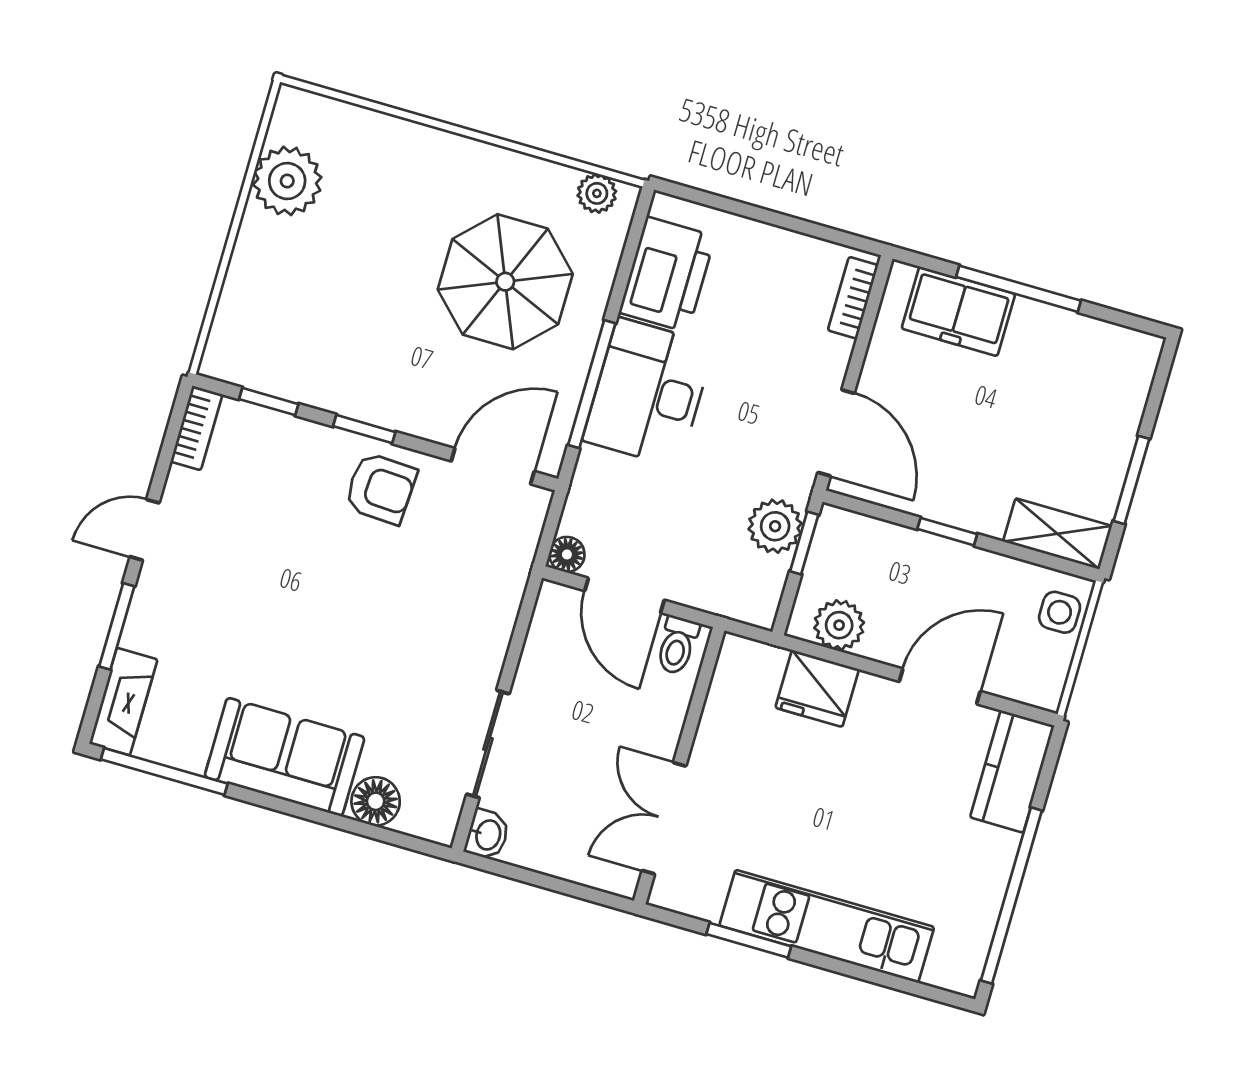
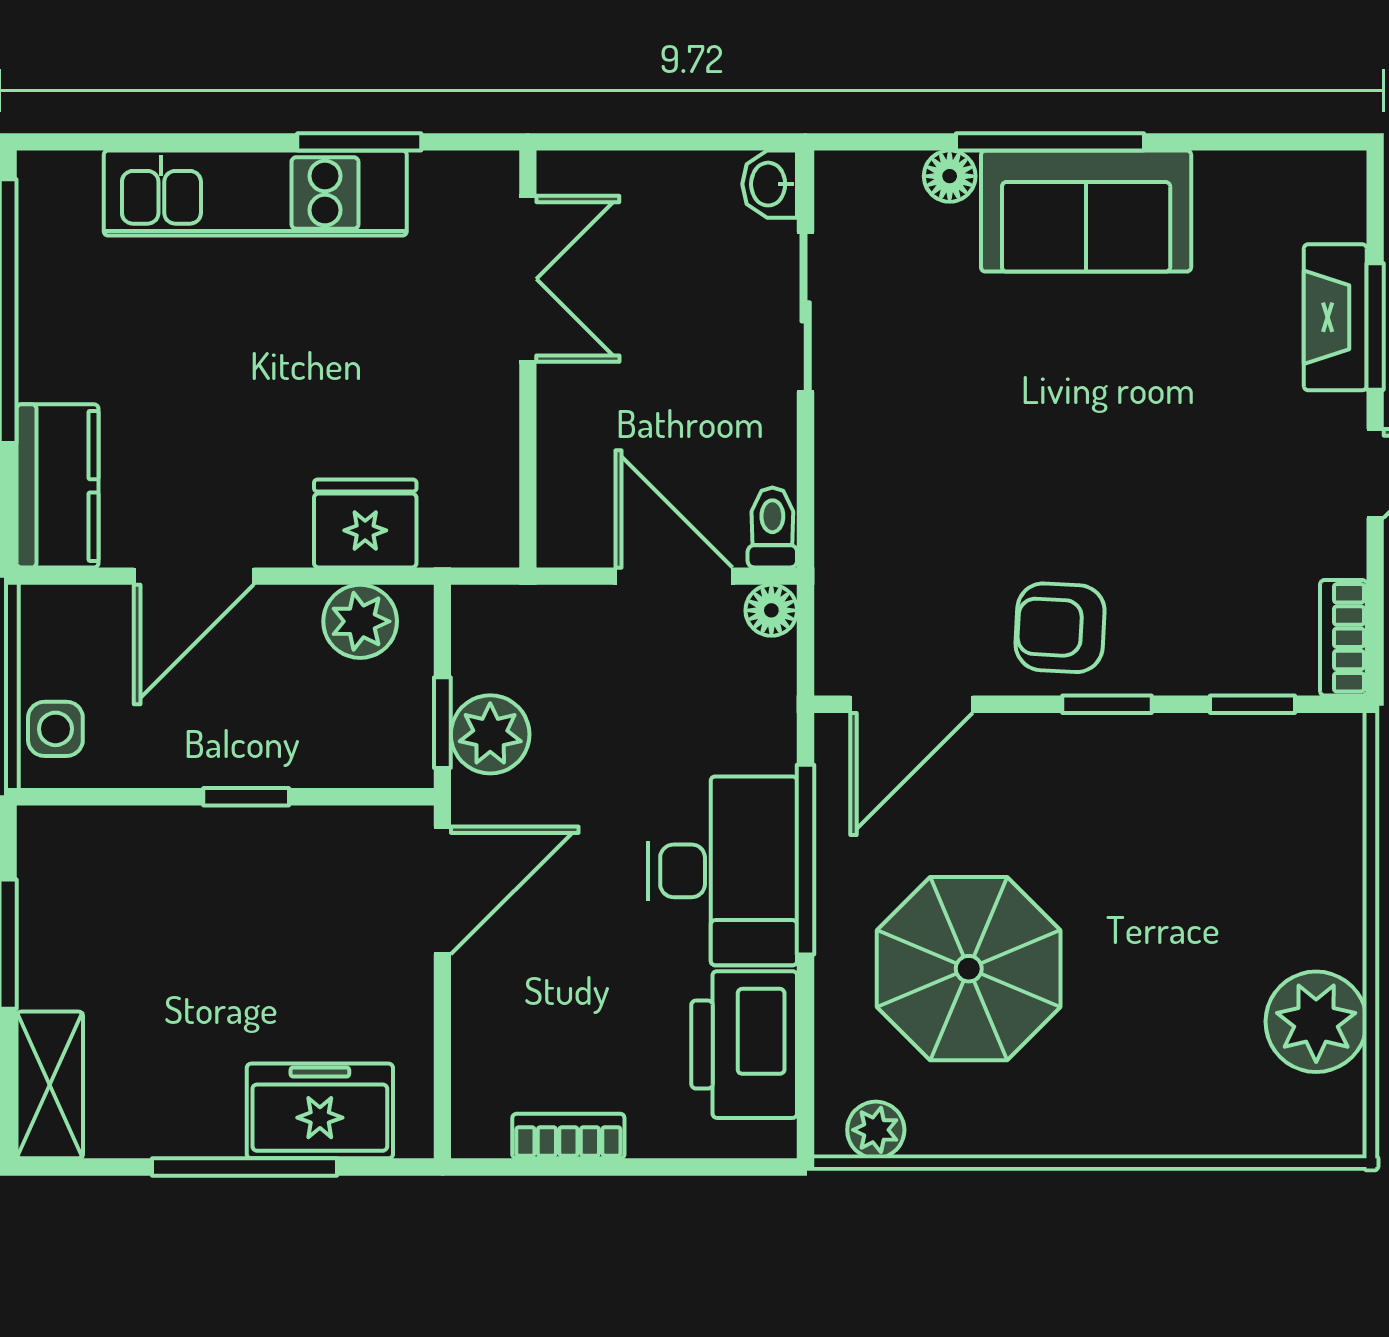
bookcase: (853, 298) -> (568, 1136), moved, turned -90
door: (836, 433) -> (442, 890), swing flipped
shelving: (1057, 534) -> (50, 1085), moved, turned 90
toilet: (677, 645) -> (772, 527), moved
fireplace: (123, 702) -> (1335, 317), moved
window: (164, 772) -> (1050, 142), moved
floor lamp: (376, 801) -> (950, 176), width x0.73, depth x0.73

